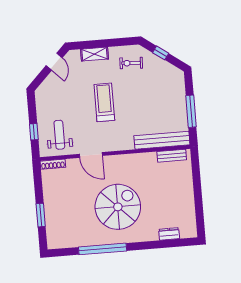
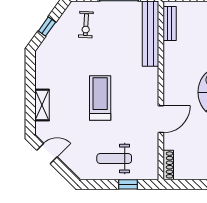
exercise bike: (131, 63) -> (86, 25), moved
treadmill: (104, 102) -> (100, 98), turned 90
weight bench: (59, 135) -> (114, 158), moved

